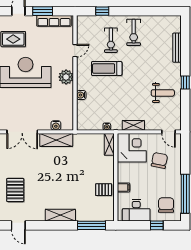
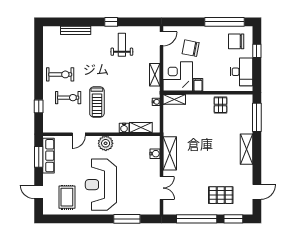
window: (43, 11) -> (39, 157), moved
door: (75, 51) -> (79, 134), swing flipped
shelving: (82, 112) -> (141, 128), added
double door: (22, 132) -> (161, 188), width x0.73
filing cabinet: (123, 187) -> (198, 85), moved

